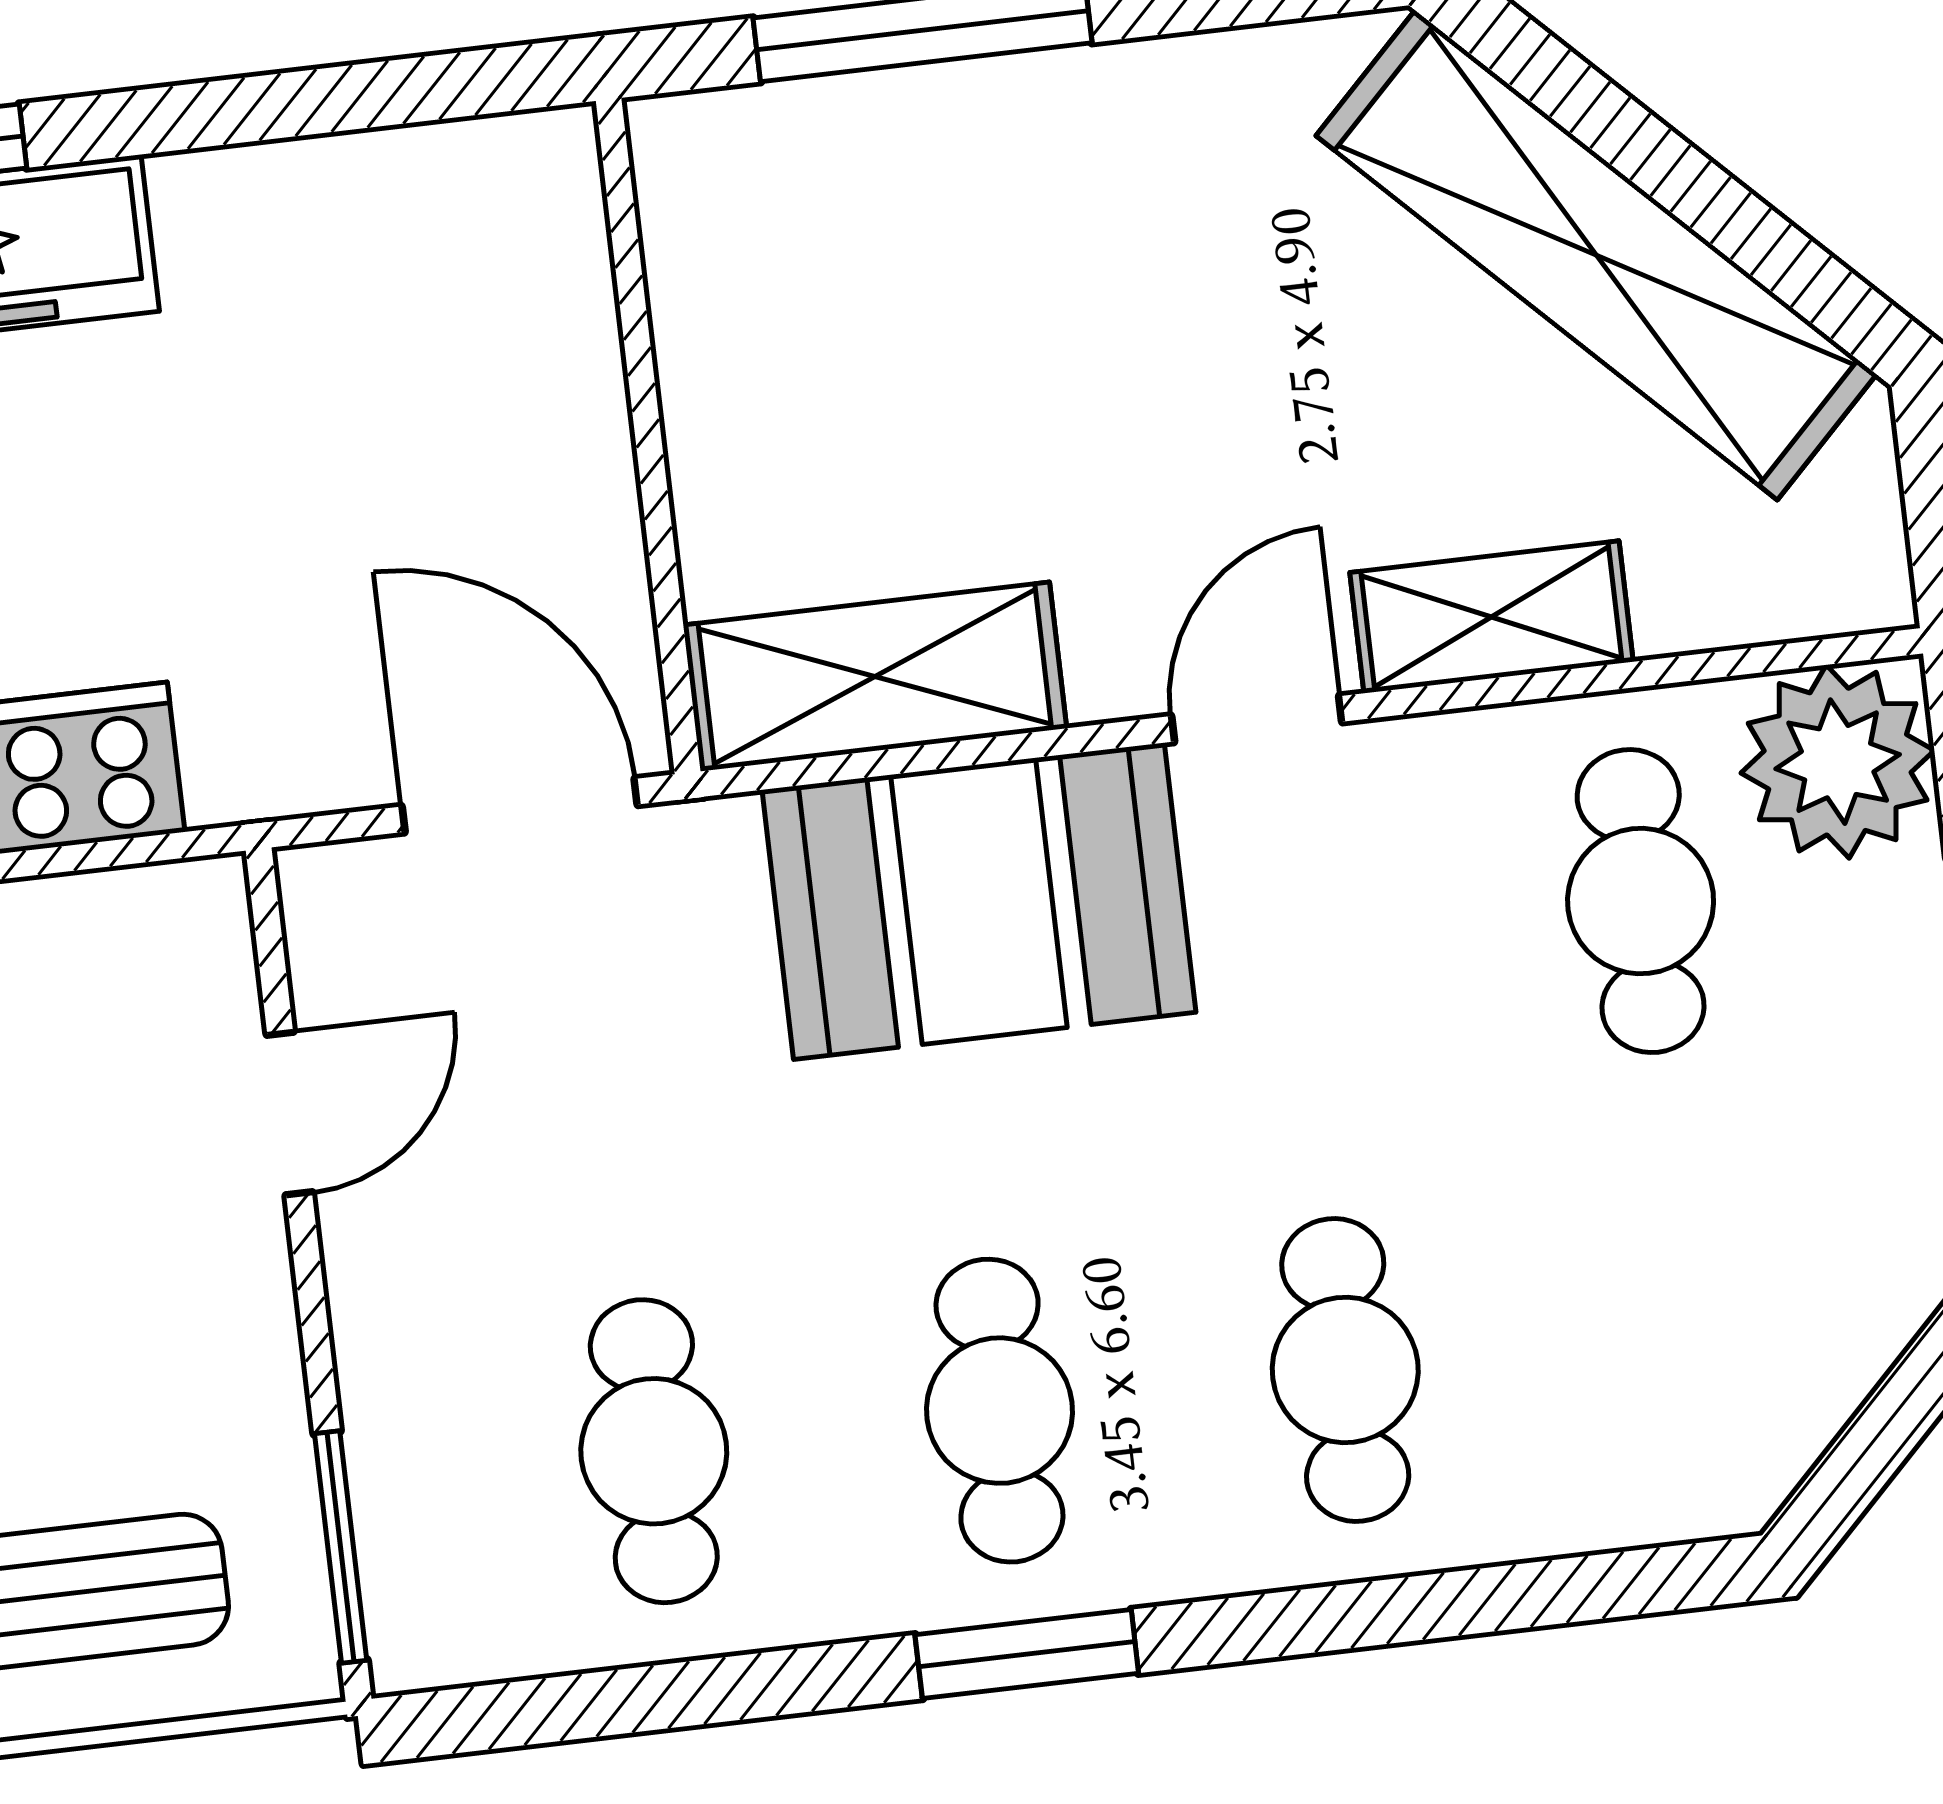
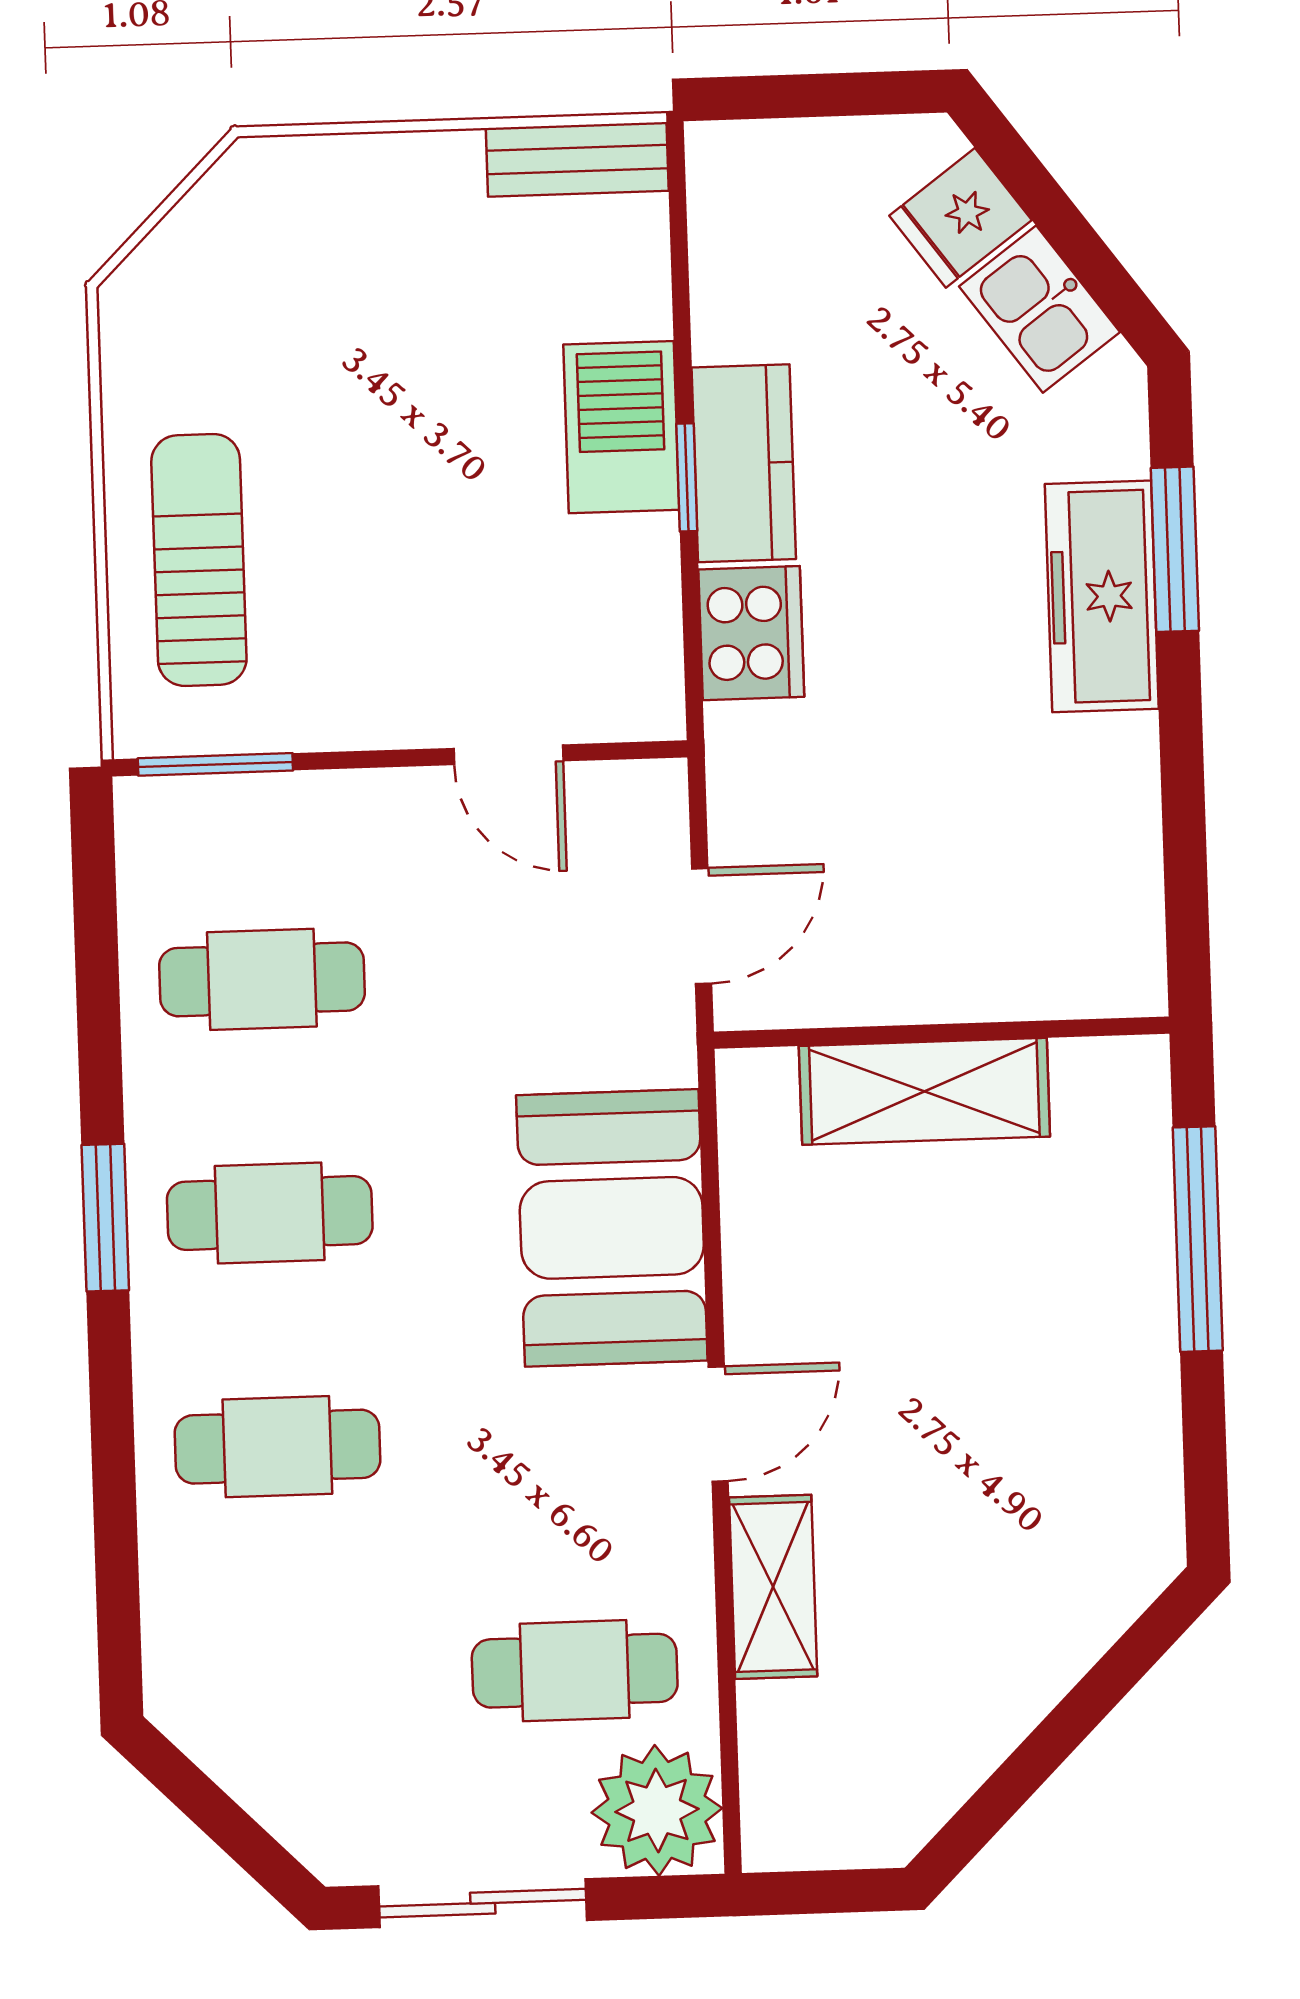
shelving: (1596, 255) -> (1010, 1677), removed
shelving: (875, 677) -> (924, 1091), moved, turned 90
door: (1257, 719) -> (718, 1424), hinge flipped
door: (520, 805) -> (702, 926), width x0.73

